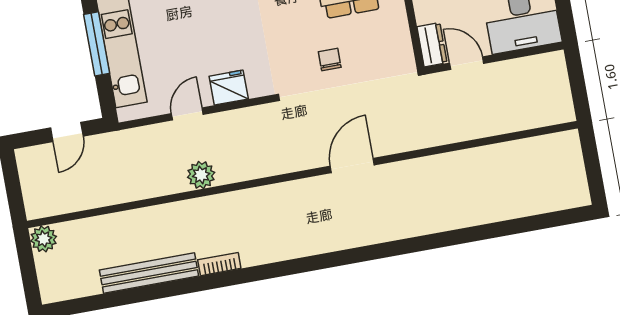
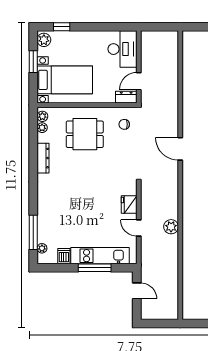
chair: (330, 59) -> (124, 124), moved
plant: (44, 239) -> (189, 313), removed

